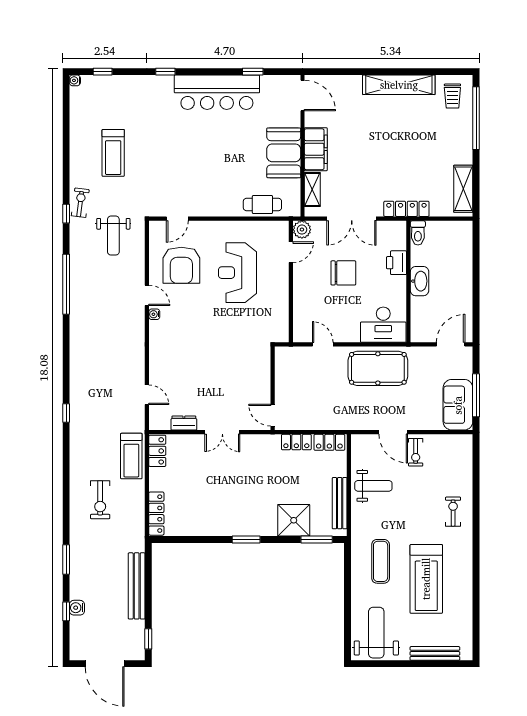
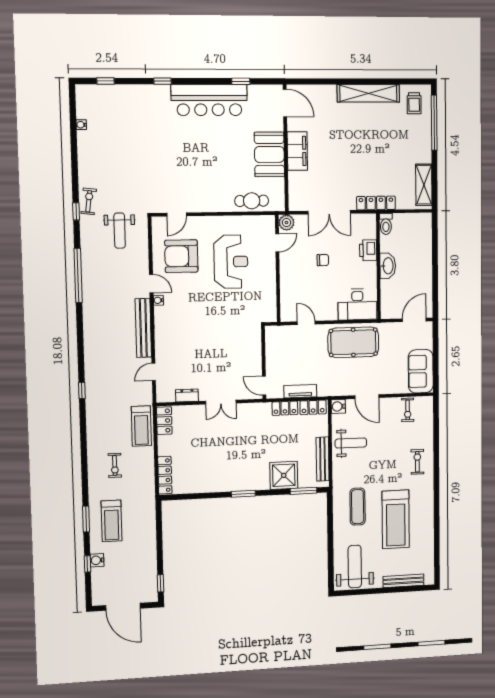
water cooler: (75, 80) -> (81, 125), moved
treadmill: (113, 153) -> (112, 521), moved
shelving: (312, 190) -> (295, 187), removed
armchair: (181, 265) -> (181, 256), turned 90
reception desk: (237, 273) -> (231, 262), turned 180
chair: (343, 273) -> (323, 260), width x0.54, depth x0.54
door: (147, 395) -> (154, 372), swing flipped
window: (476, 395) -> (436, 363), removed
tv unit: (315, 423) -> (300, 391), added
water cooler: (359, 442) -> (338, 406), added
exercise bike: (416, 452) -> (408, 410), moved
exercise bike: (100, 500) -> (115, 465), width x0.73, depth x0.72
bench: (137, 586) -> (143, 328), moved

